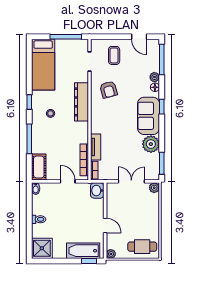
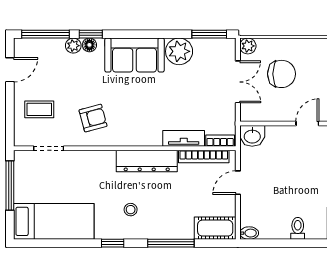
dresser: (81, 102) -> (147, 161), moved
window: (162, 107) -> (91, 34), moved
double door: (131, 181) -> (238, 82), swing flipped
chair: (137, 209) -> (282, 74), added

